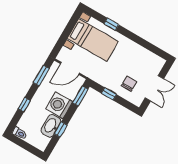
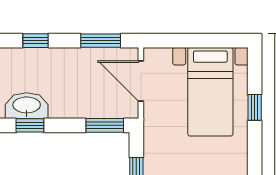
washing machine: (59, 105) -> (69, 99), removed

